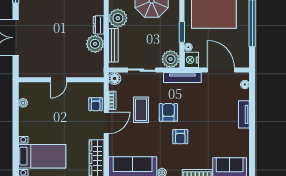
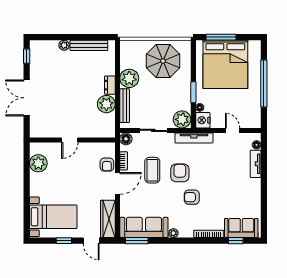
door: (221, 70) -> (233, 130), width x0.53
plant: (23, 103) -> (38, 163), width x1.88, depth x1.88
tv unit: (244, 114) -> (256, 164), moved
armchair: (180, 137) -> (192, 197), turned 90

